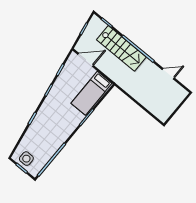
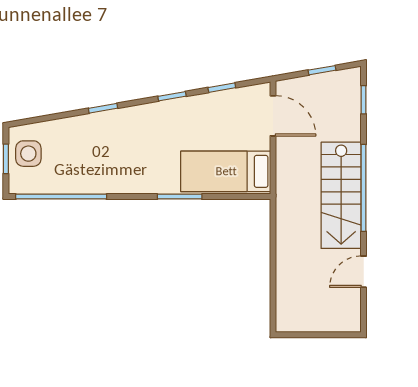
stairs: (121, 48) -> (341, 195), moved
door: (168, 74) -> (364, 272), swing flipped

